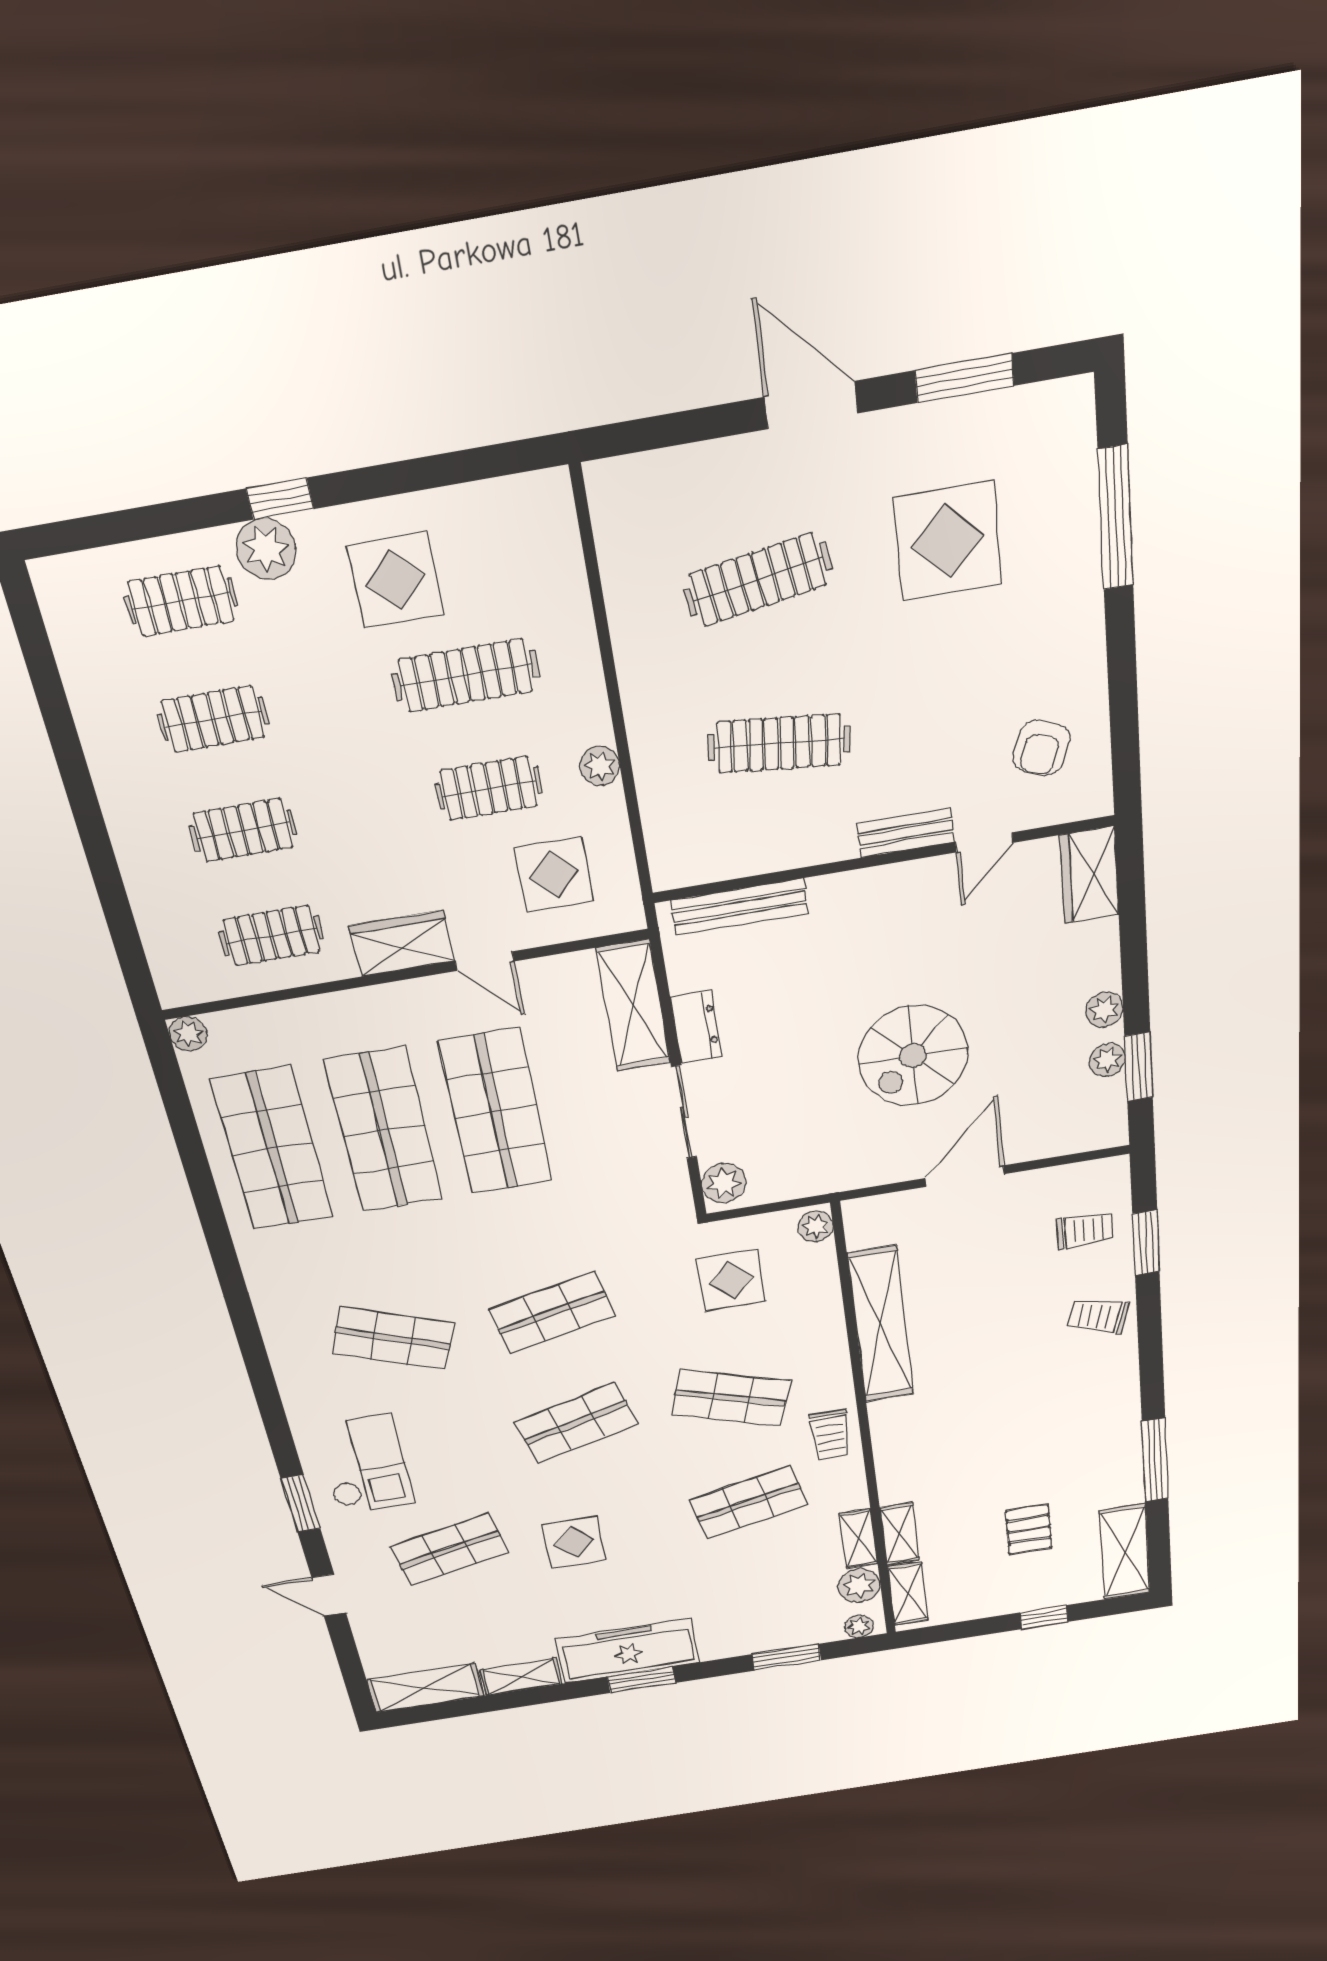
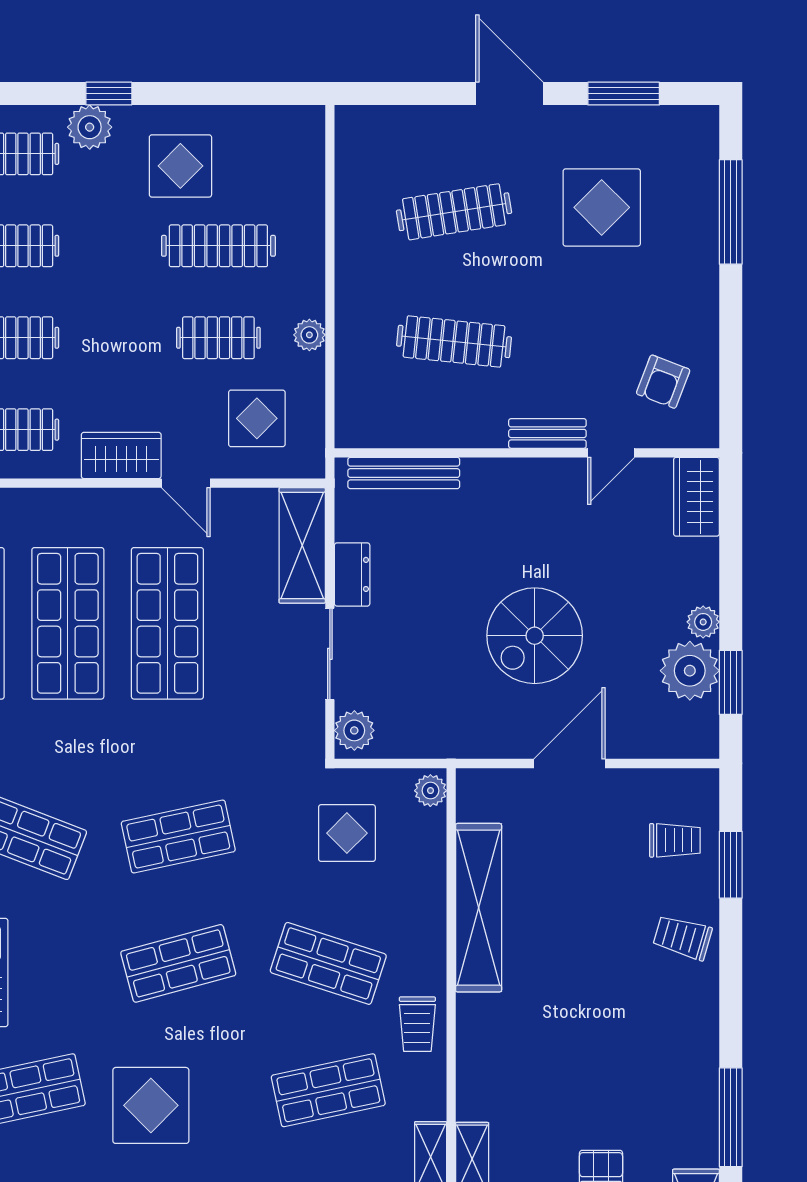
plant: (1107, 1060) -> (690, 671), width x1.87, depth x1.87
display table: (574, 1542) -> (151, 1105), width x1.36, depth x1.36

